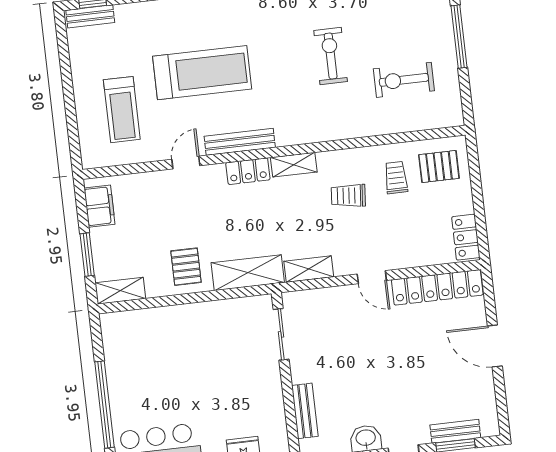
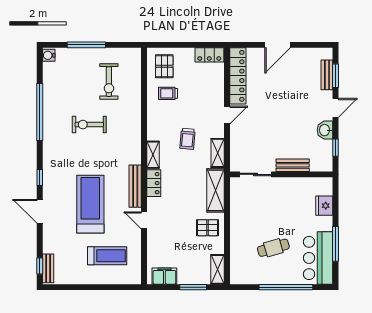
trolley: (348, 196) -> (187, 139), moved
cafe table: (166, 377) -> (273, 248), added
bench: (305, 411) -> (293, 165), moved

